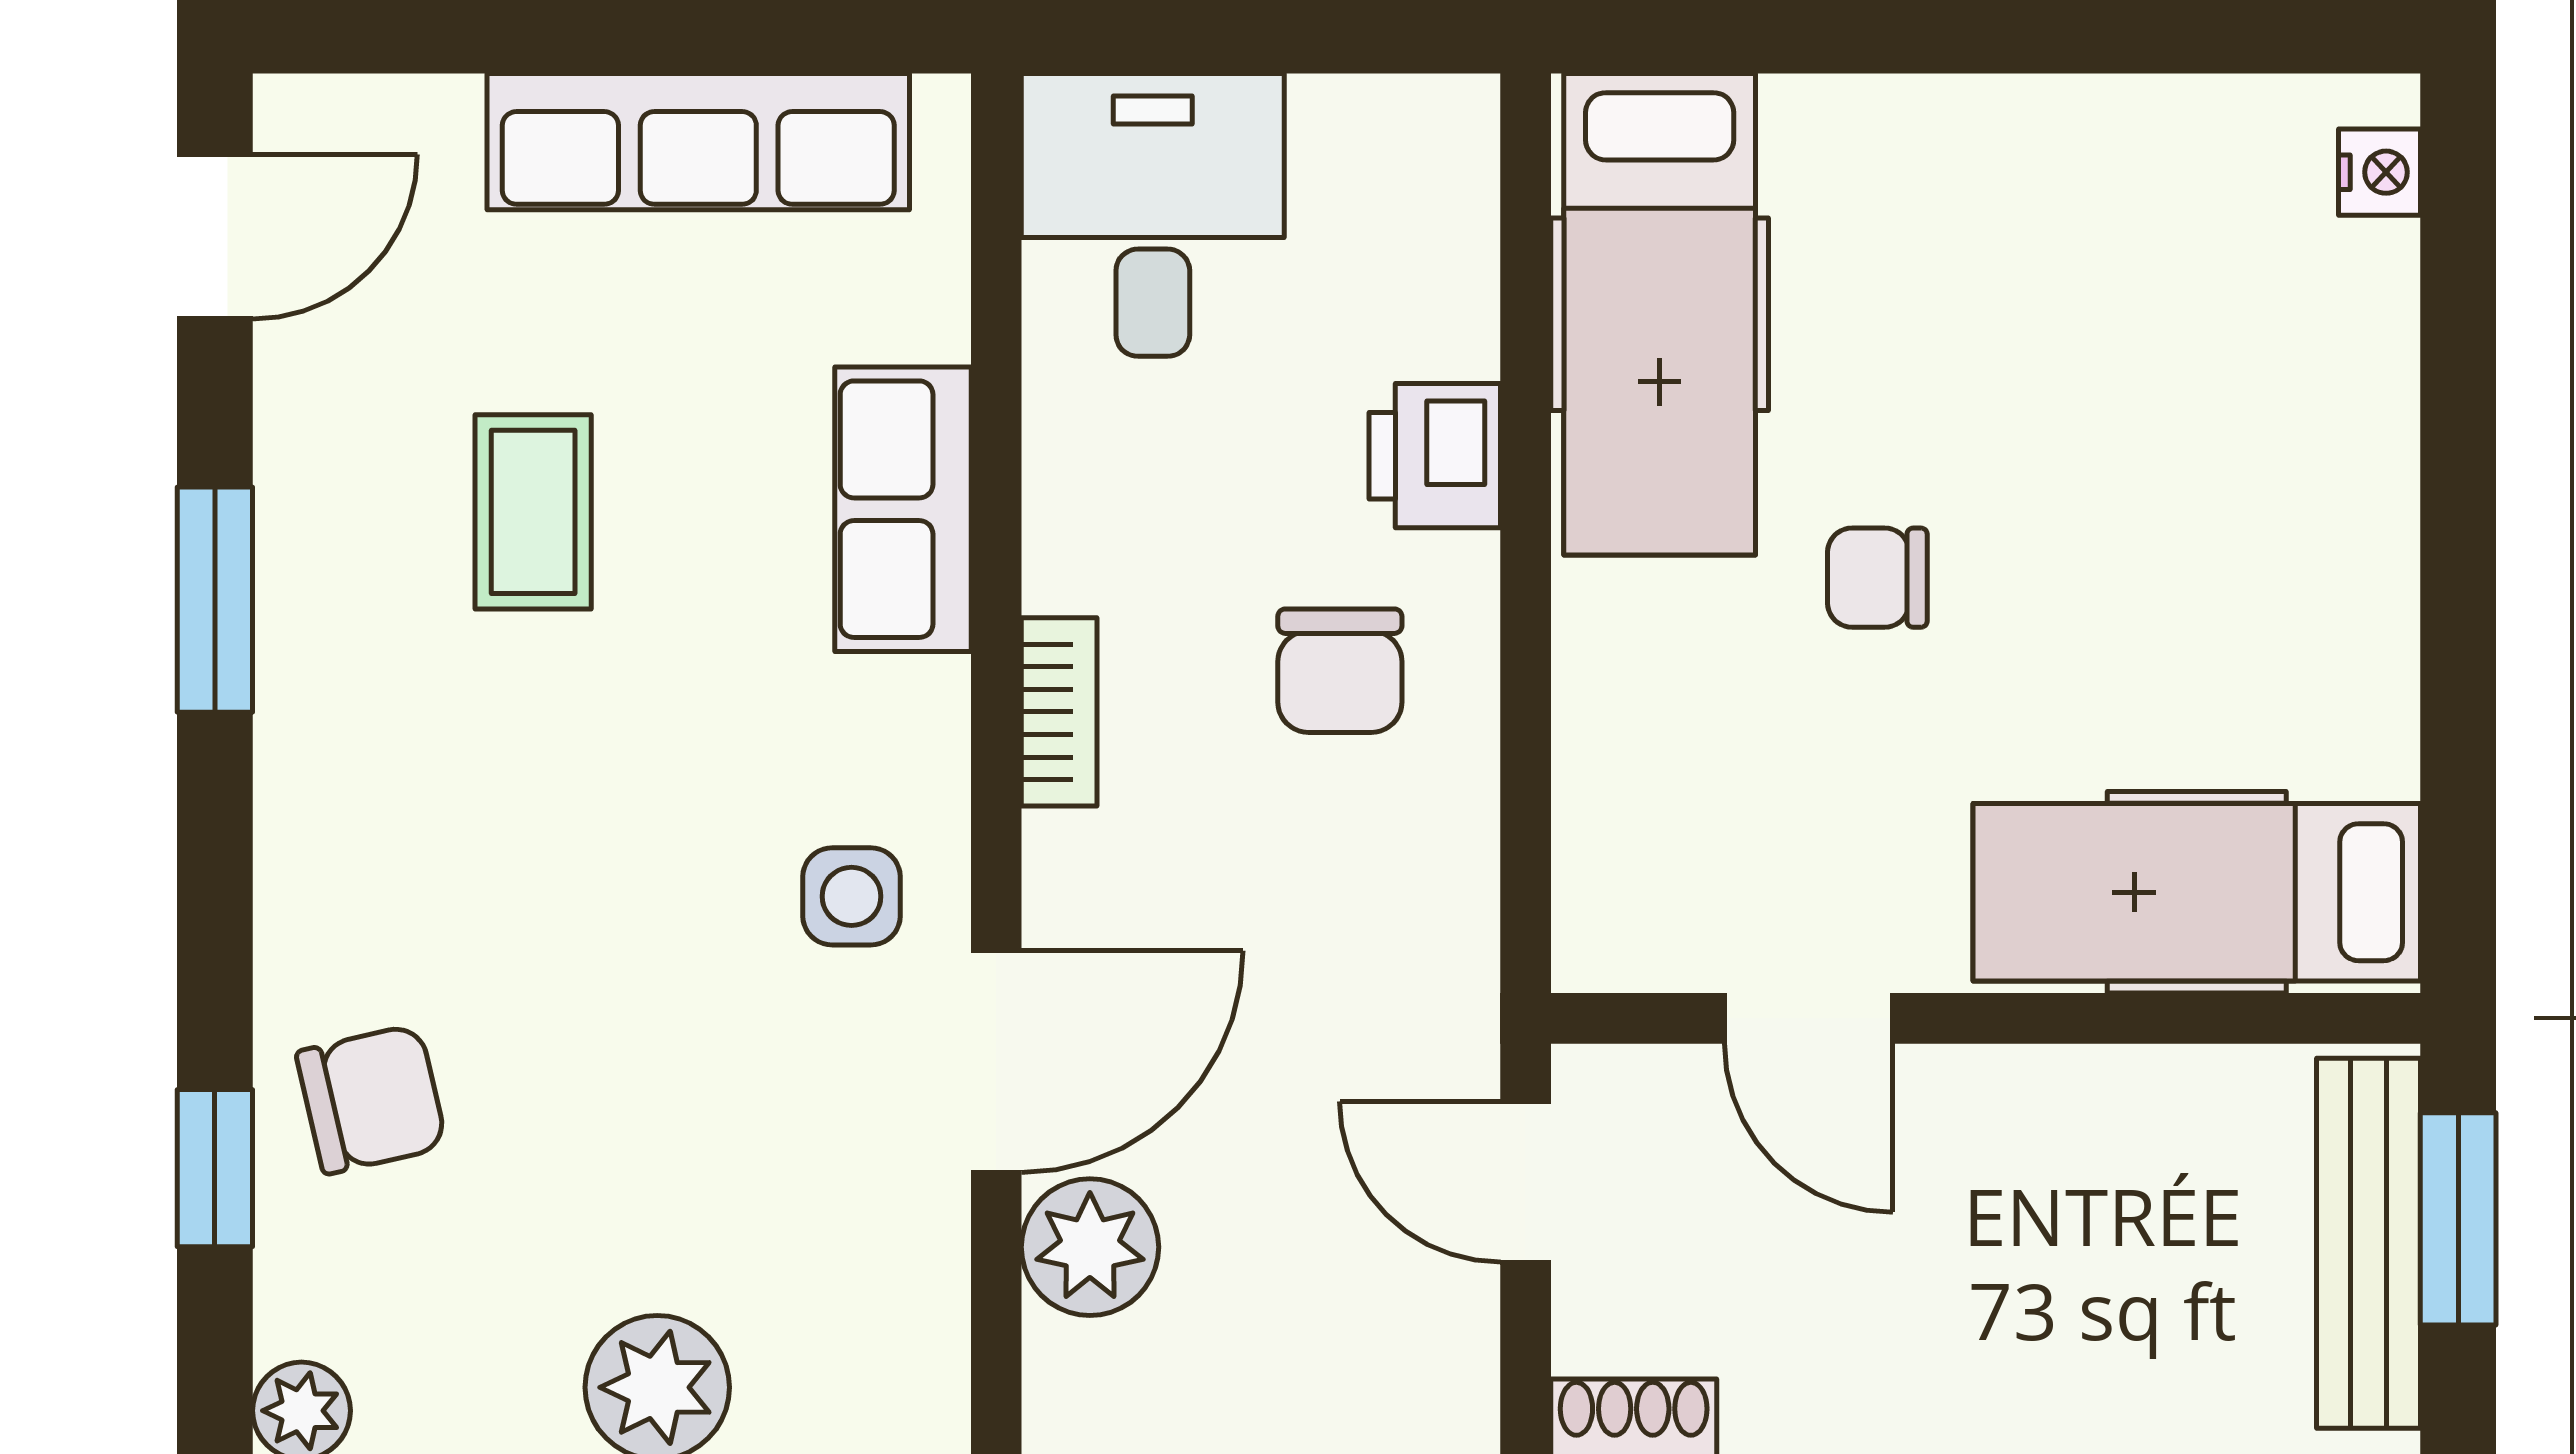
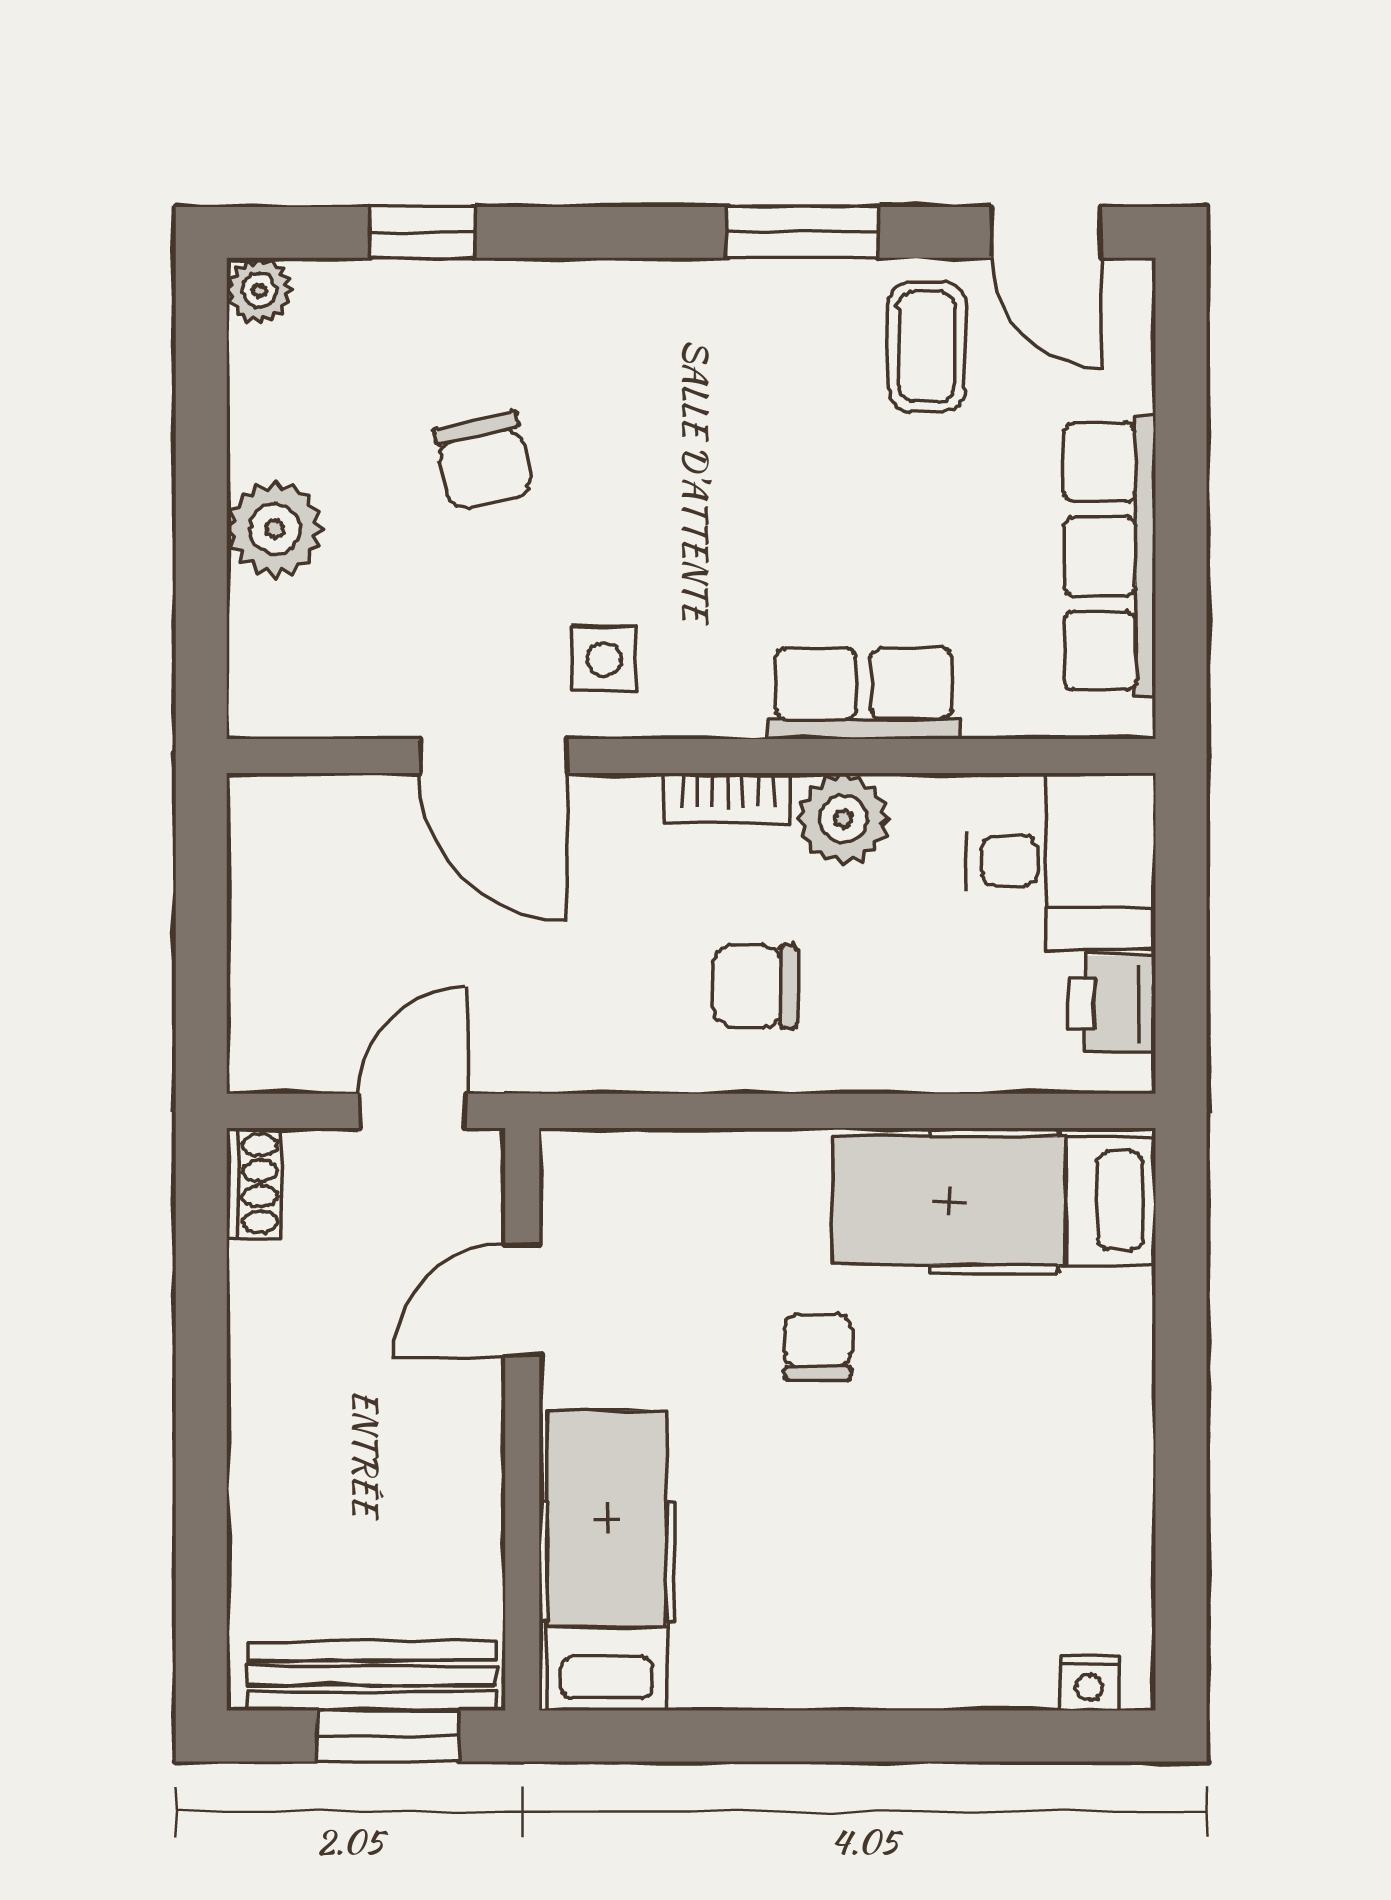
printer: (1435, 456) -> (1112, 1004), moved, turned -90
coffee table: (533, 512) -> (927, 347), moved, turned 90
chair: (371, 1099) -> (483, 461), moved
plant: (1090, 1247) -> (843, 819), moved

